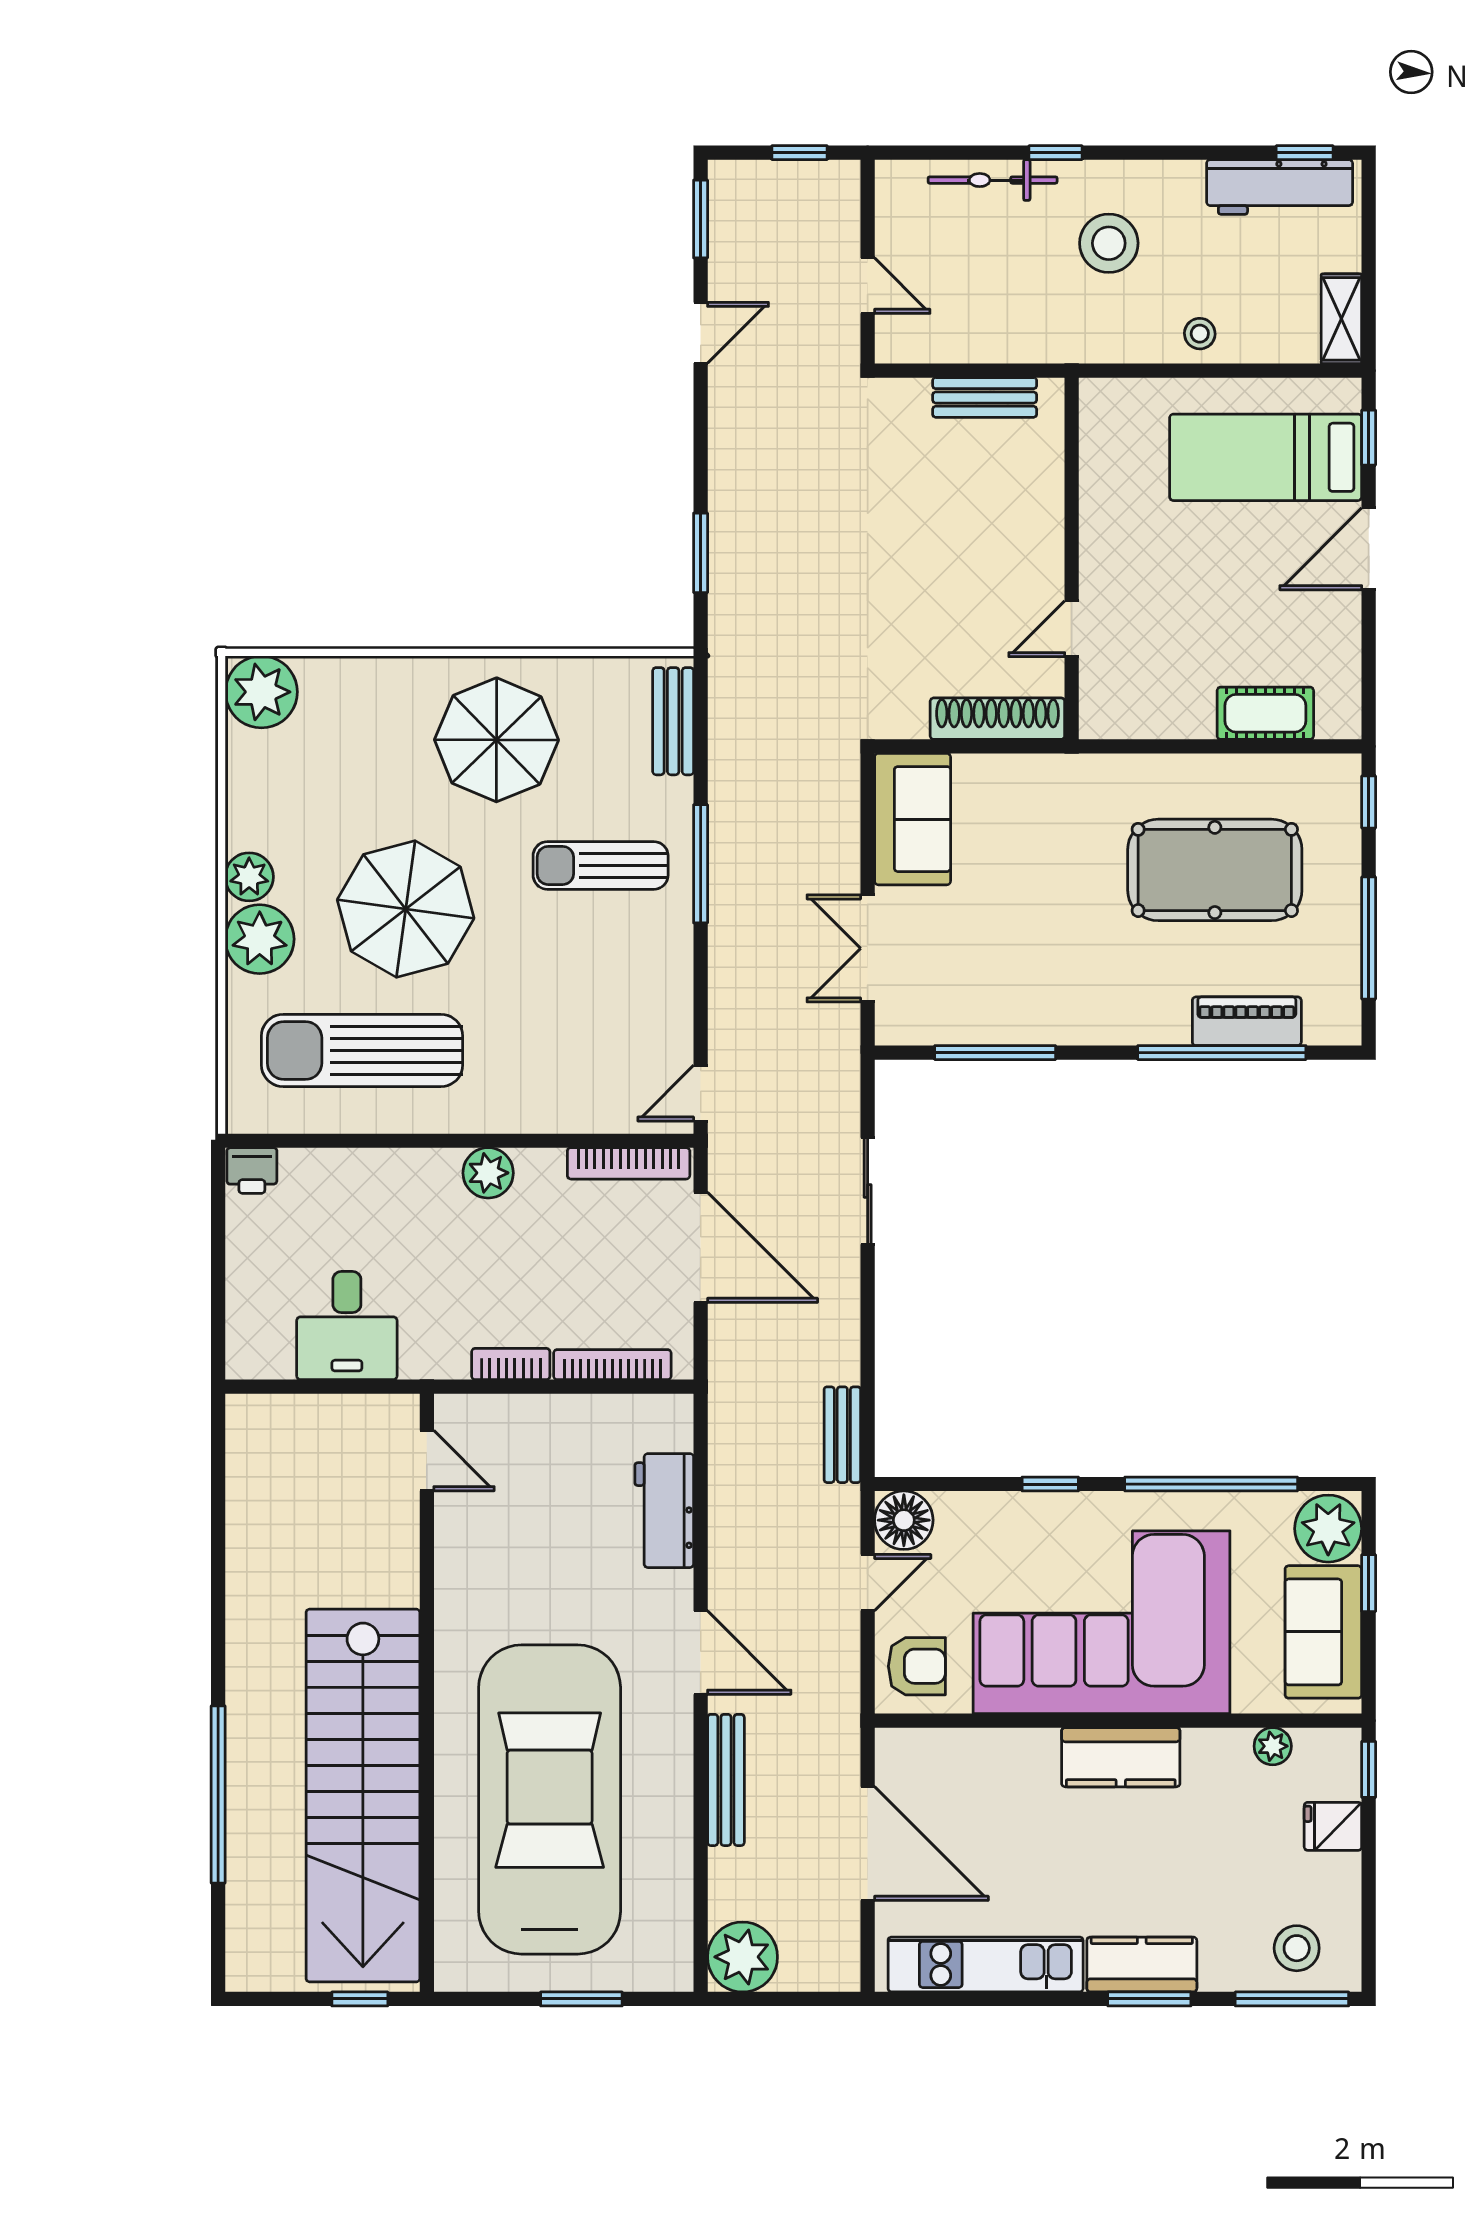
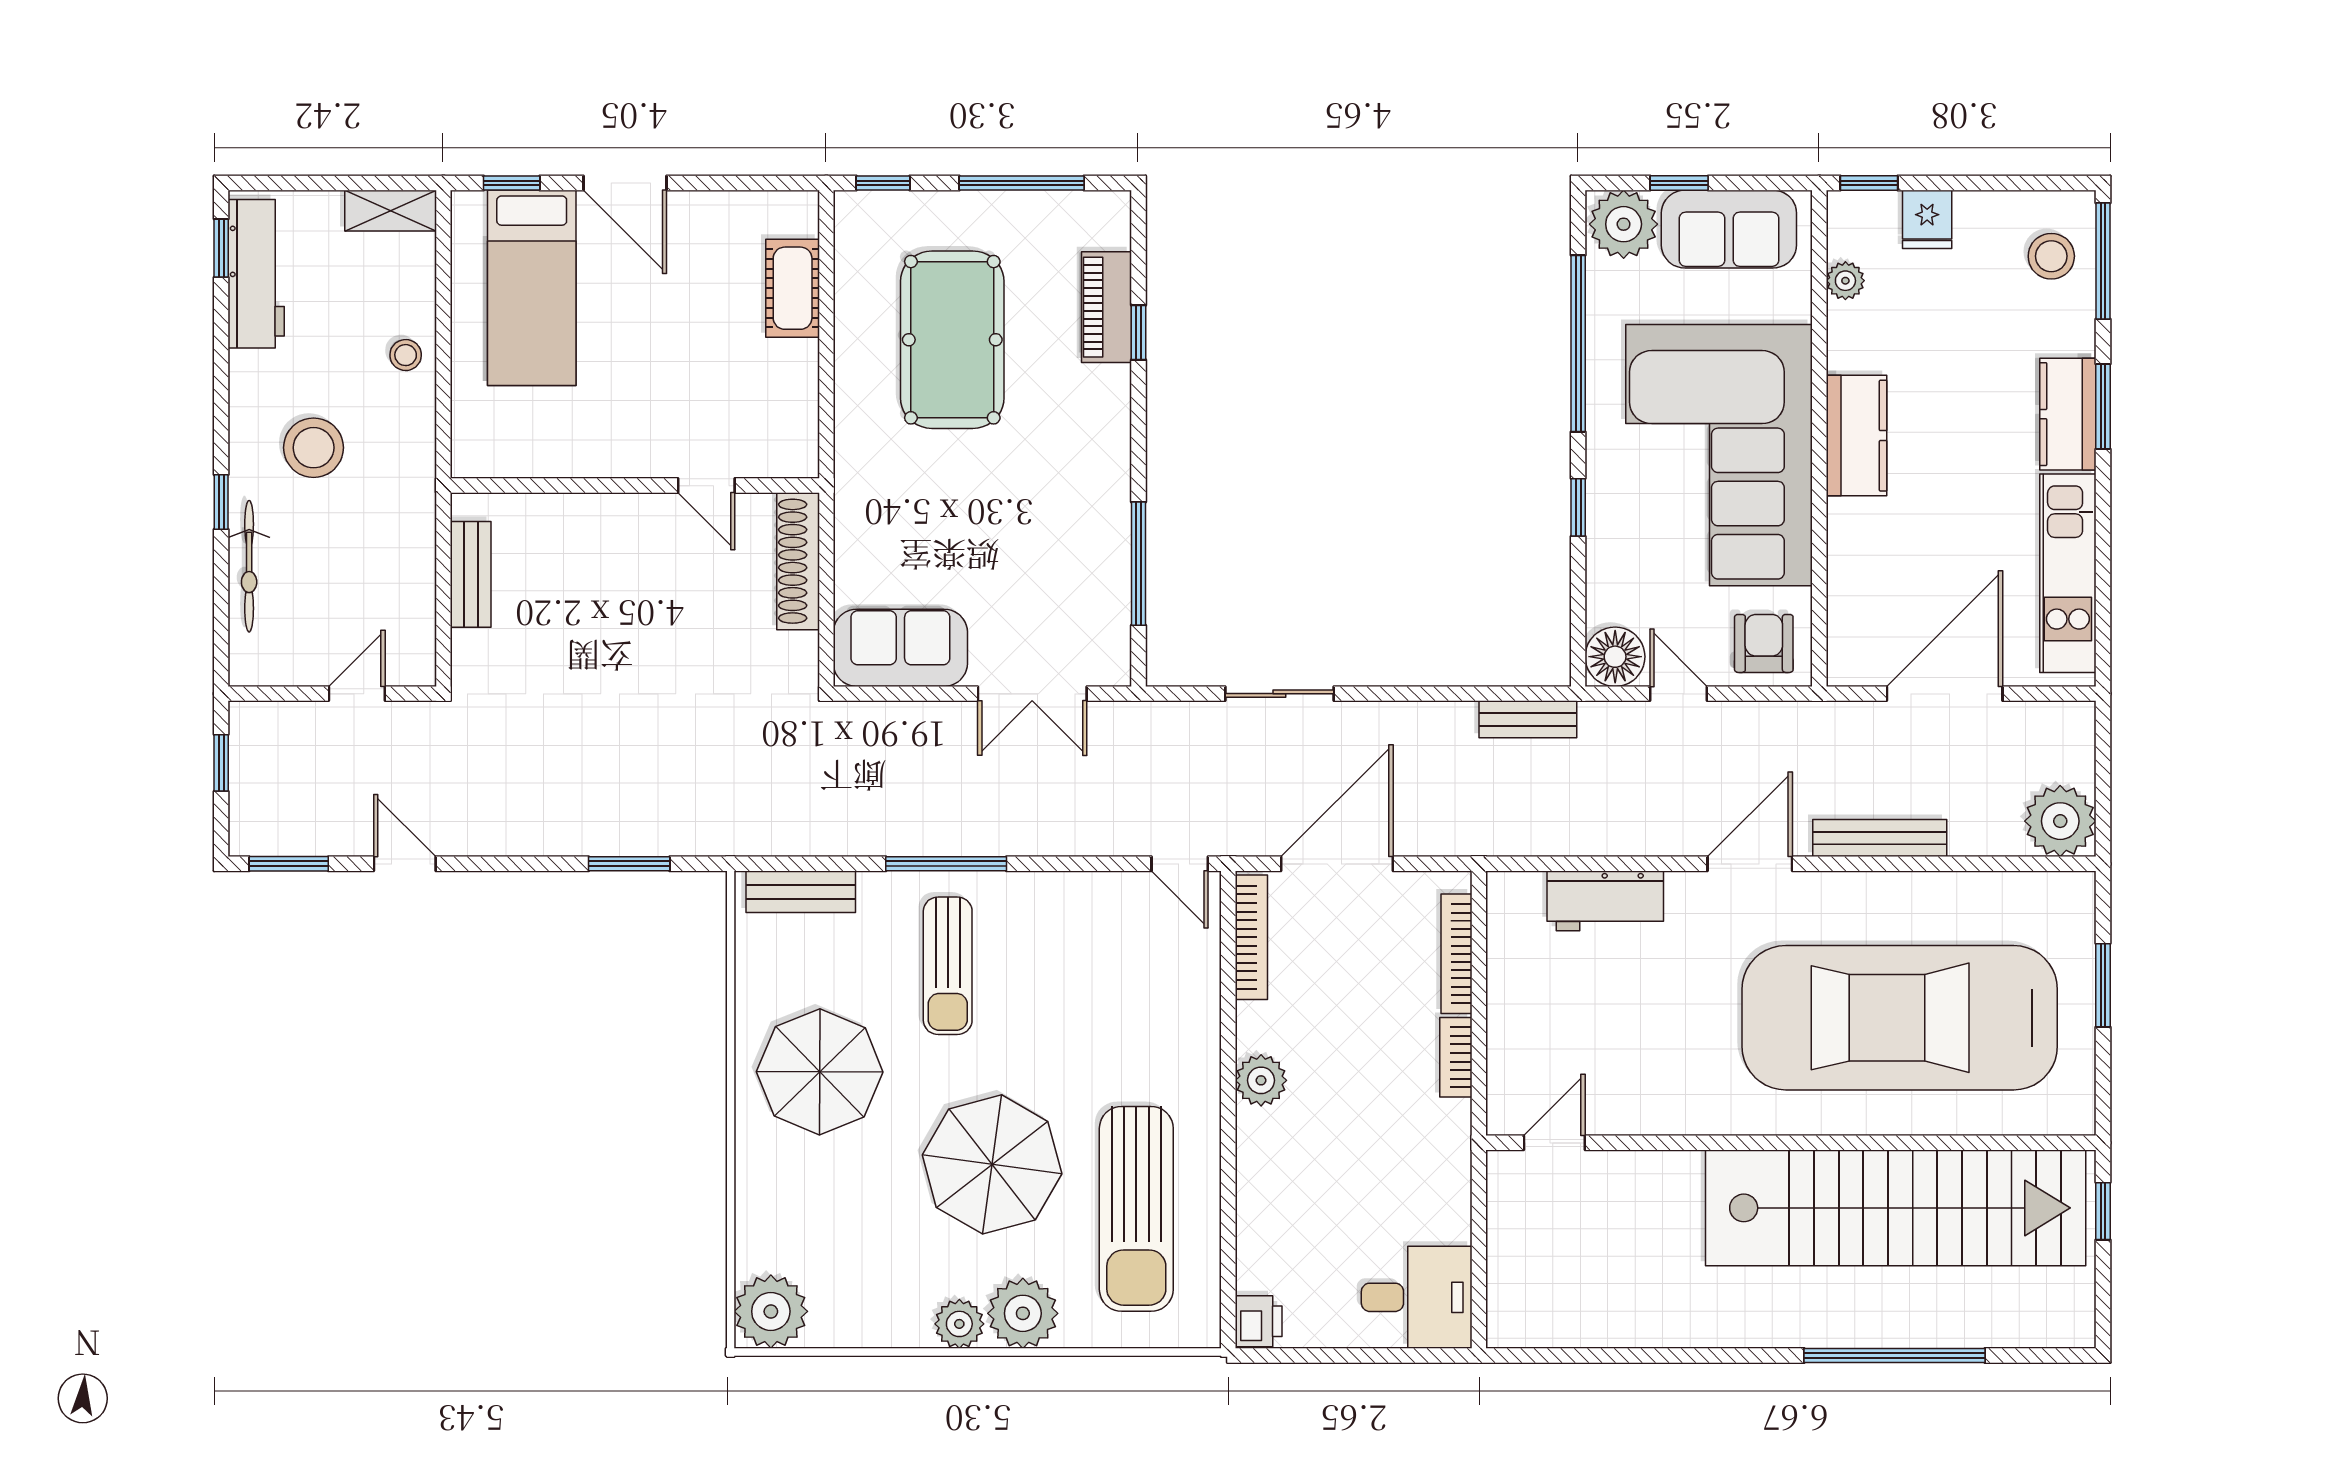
window: (1222, 1053) -> (1138, 333), width x0.32
desk: (347, 1326) -> (1417, 1297), moved

